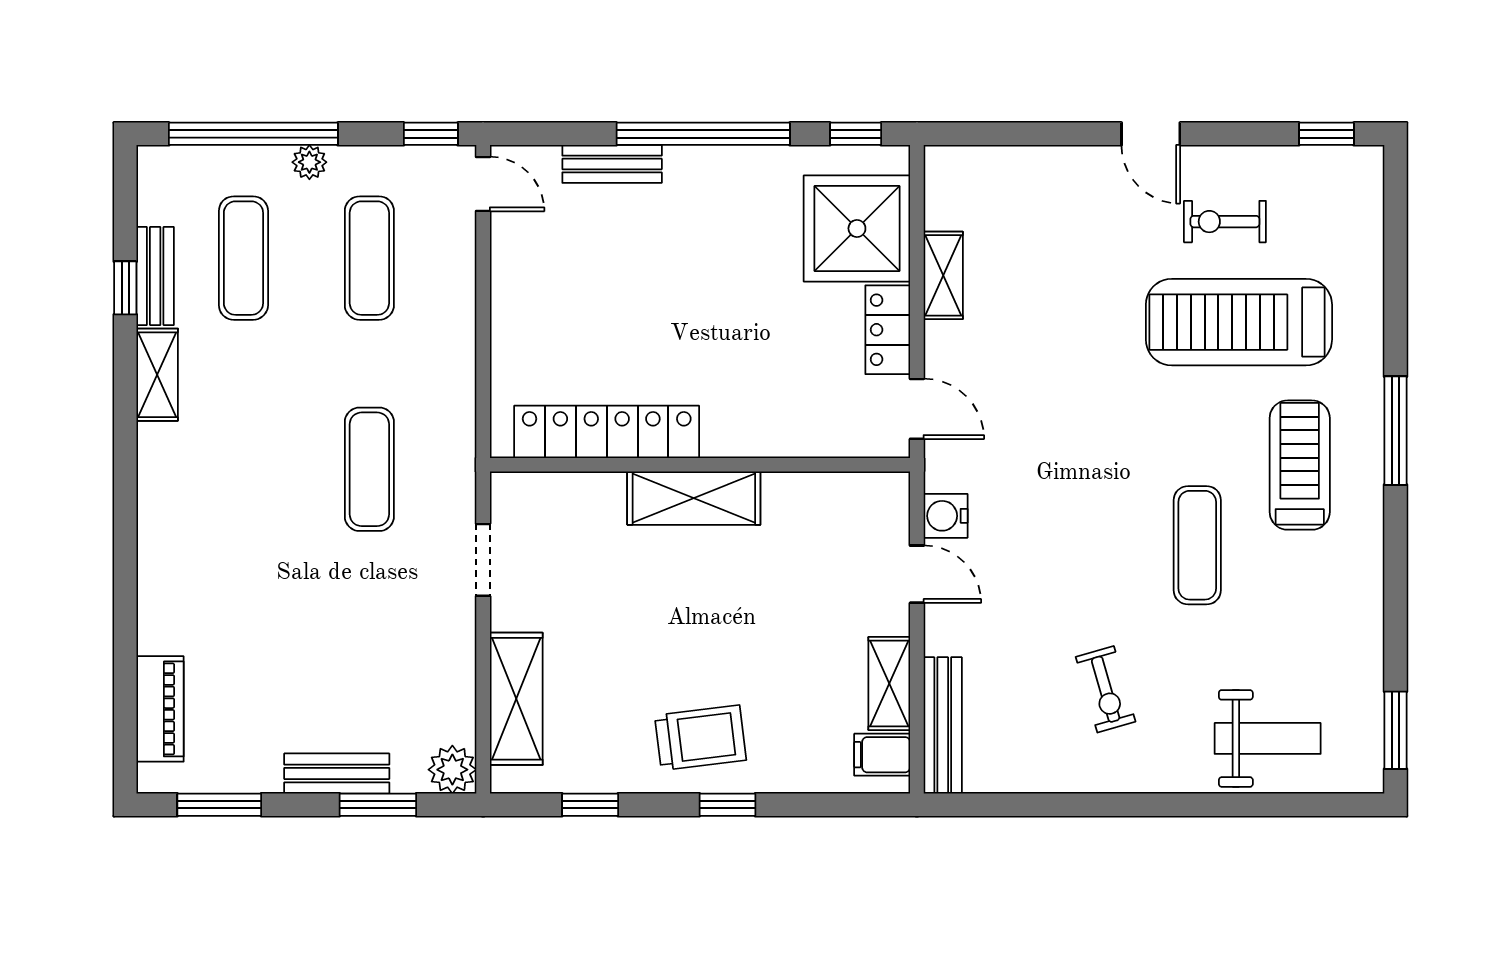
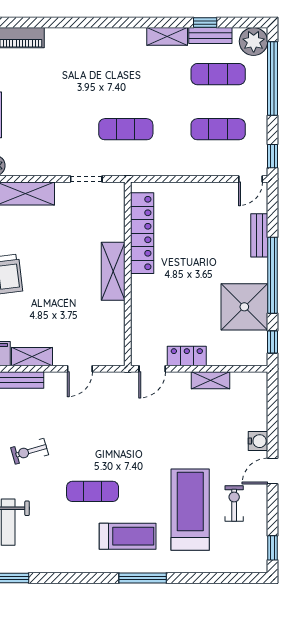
plant: (309, 162) -> (254, 41), moved, width x1.88, depth x1.88
shower: (857, 228) -> (244, 307), moved
water cooler: (946, 516) -> (258, 441), moved, turned 90

